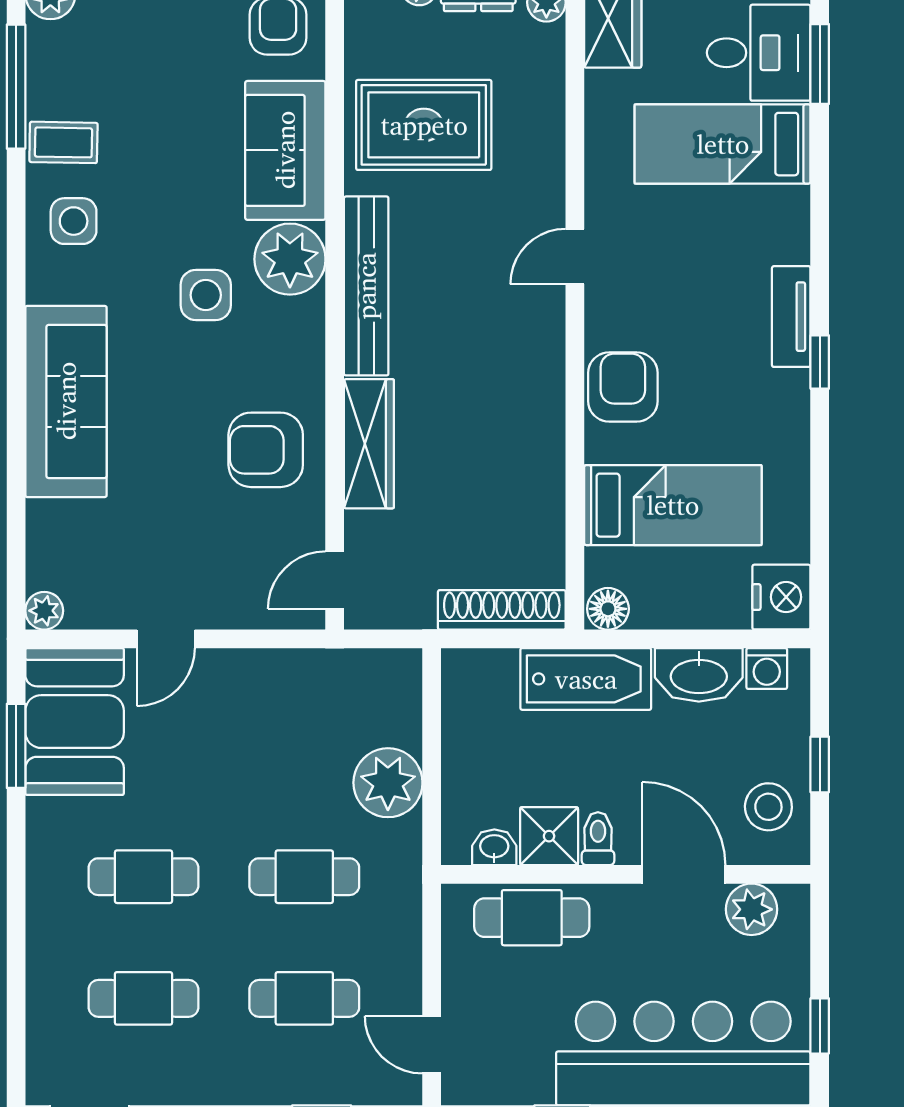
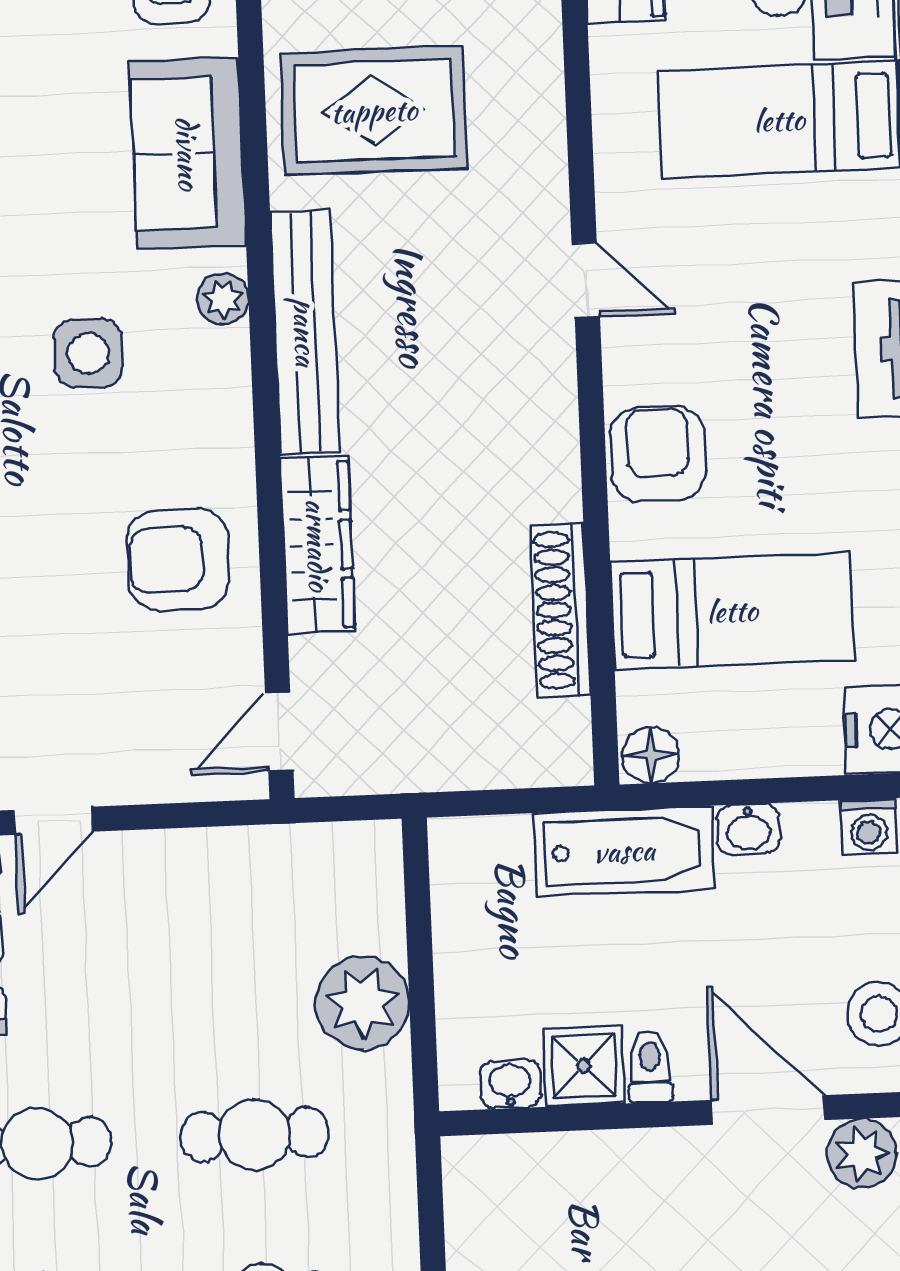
door: (575, 256) -> (586, 280), swing flipped
plant: (290, 259) -> (223, 299), width x0.53, depth x0.53
shoe rack: (502, 610) -> (560, 610), moved, turned -90
washbasin: (699, 675) -> (748, 829), width x0.52, depth x0.69
cafe table: (532, 918) -> (565, 1177), removed

